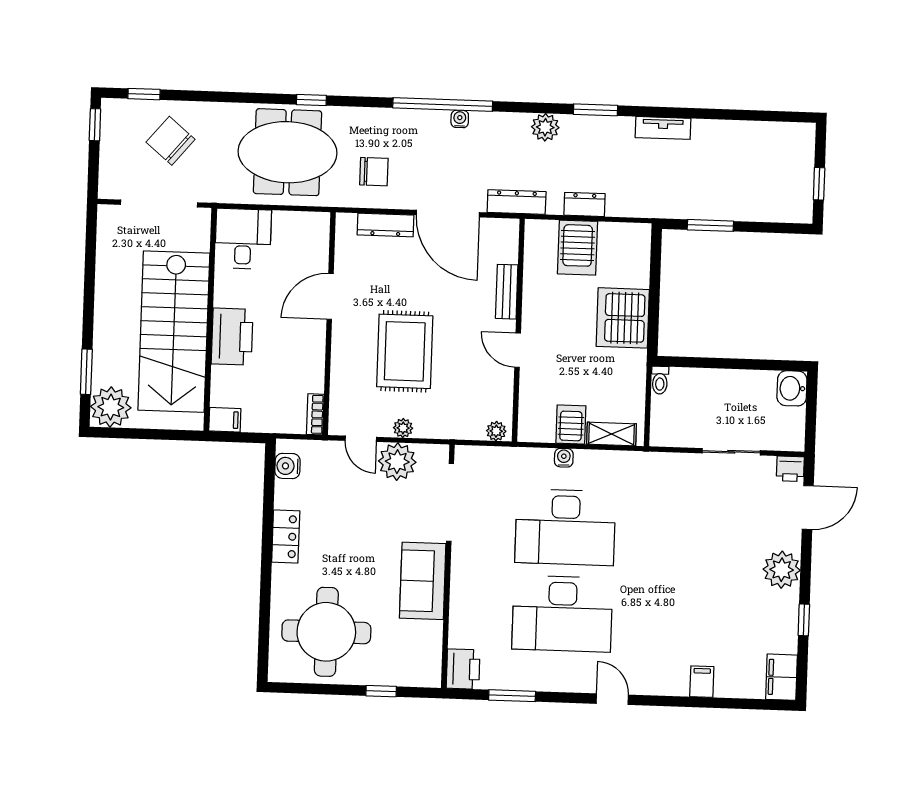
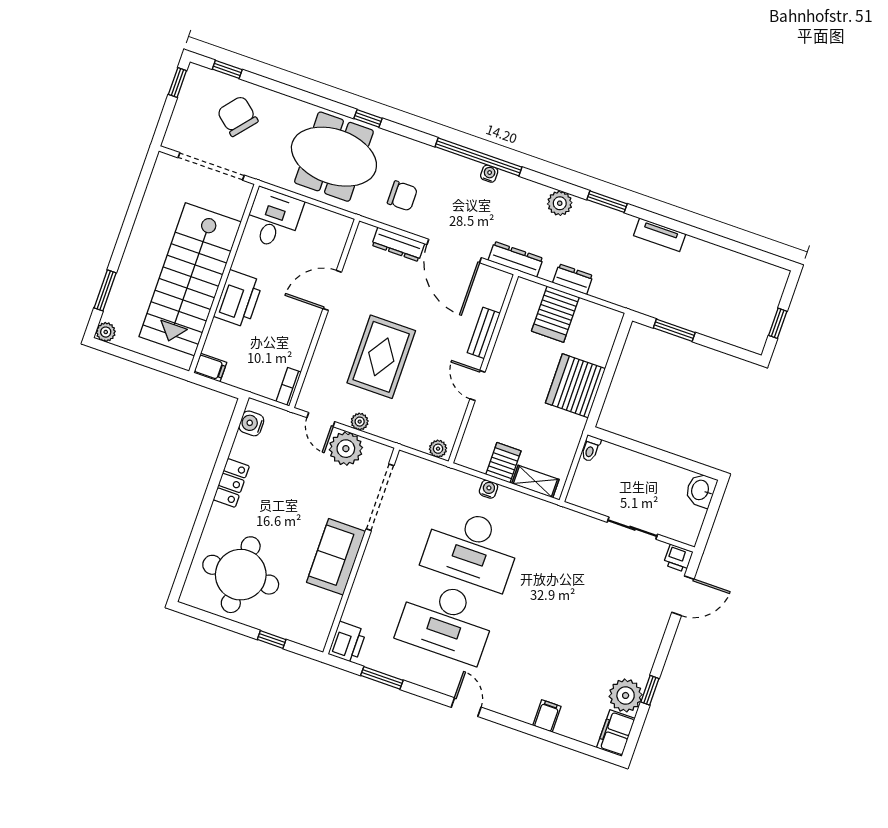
plant: (111, 407) -> (106, 332), width x0.53, depth x0.53
plant: (782, 570) -> (626, 695), moved

